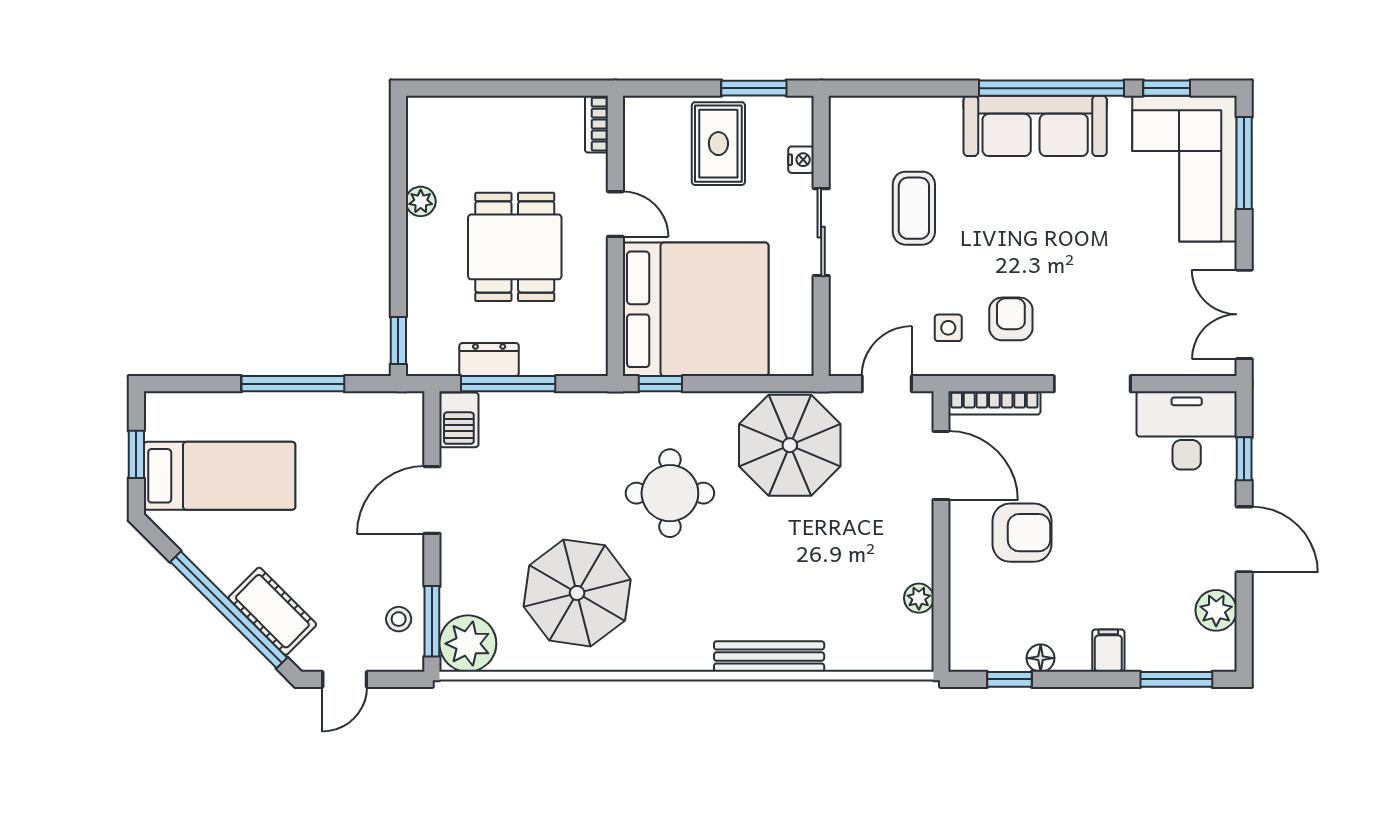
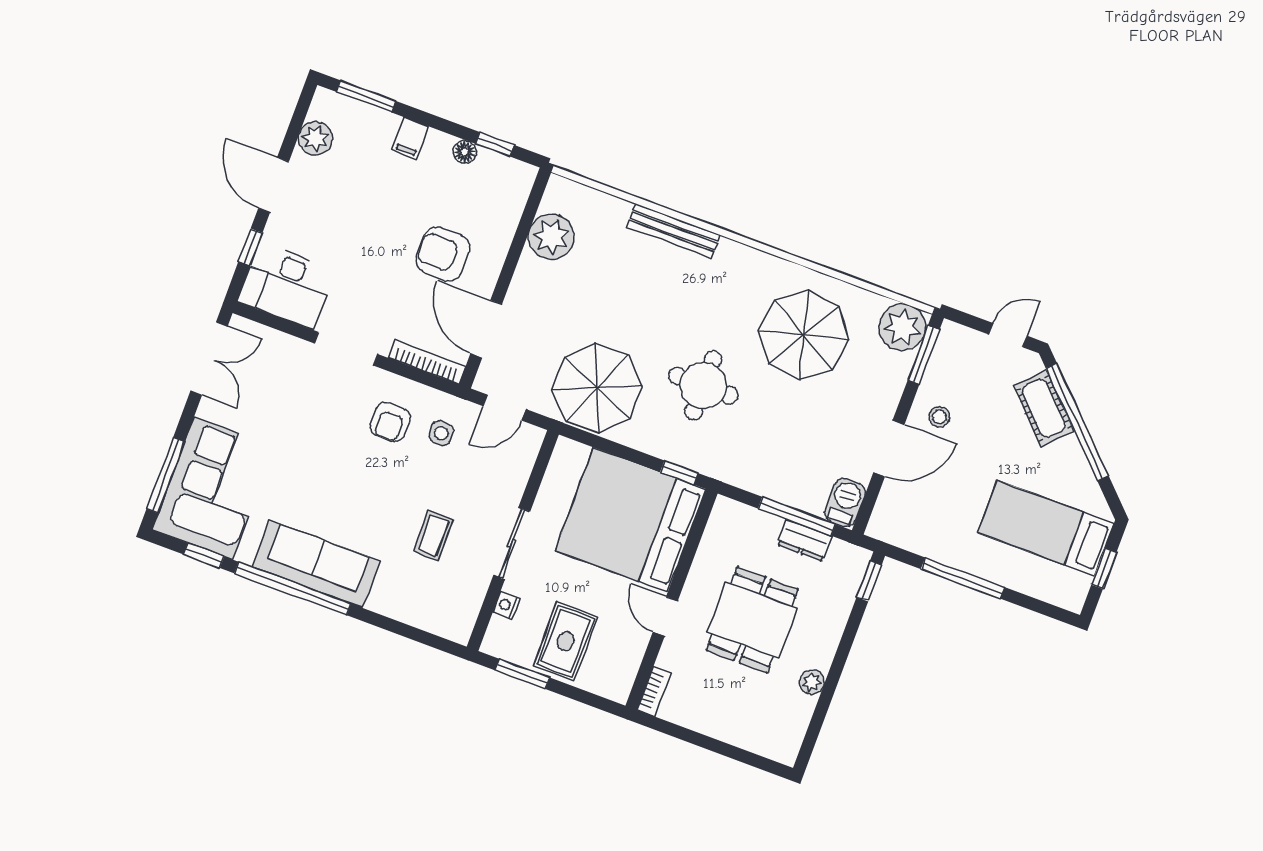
coffee table: (914, 208) -> (433, 535), width x0.73, depth x0.77
plant: (919, 598) -> (551, 237), width x1.88, depth x1.88
stool: (399, 619) -> (939, 417), moved

